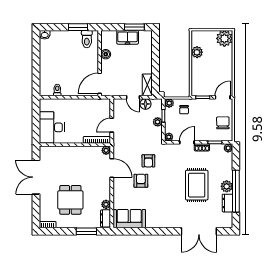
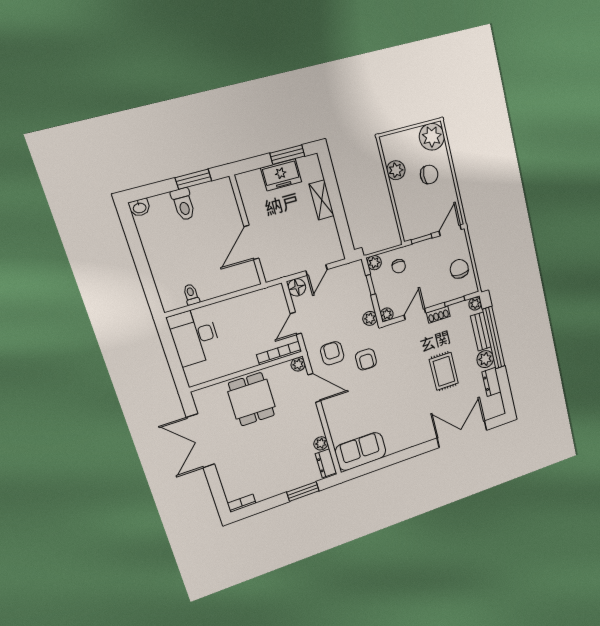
toilet: (87, 39) -> (183, 204), moved
boiler: (106, 54) -> (253, 213), removed
chair: (217, 60) -> (429, 174), added
door: (100, 83) -> (251, 242), moved
shelving: (147, 85) -> (322, 200), moved
door: (133, 97) -> (317, 270), hinge flipped
floor lamp: (145, 104) -> (297, 287), moved
plant: (158, 122) -> (370, 318), moved
desk: (52, 127) -> (195, 336), moved
bench: (228, 167) -> (481, 332), added
armchair: (141, 181) -> (332, 353), moved
rug: (197, 185) -> (444, 371), width x0.73, depth x0.70
window: (236, 191) -> (494, 338), moved
dining table: (70, 200) -> (252, 399), moved
double door: (199, 231) -> (462, 434), swing flipped

